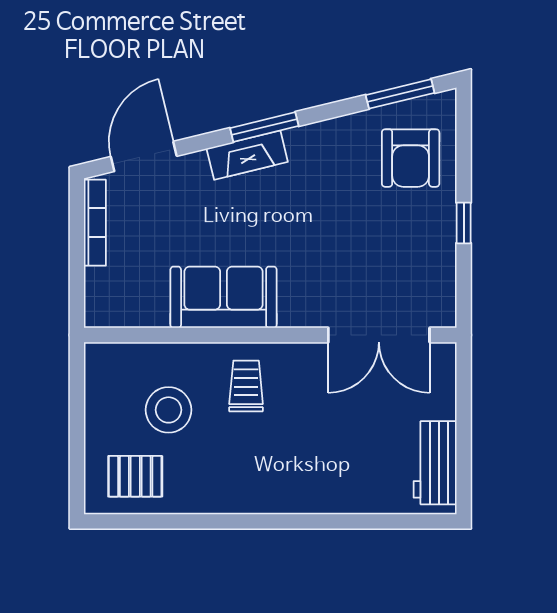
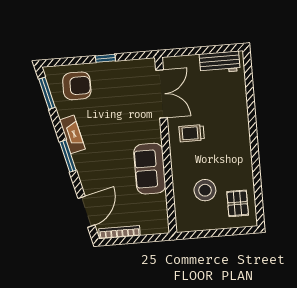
fireplace: (247, 155) -> (72, 134), moved
door: (144, 156) -> (86, 212), swing flipped
trolley: (246, 386) -> (192, 133), moved

